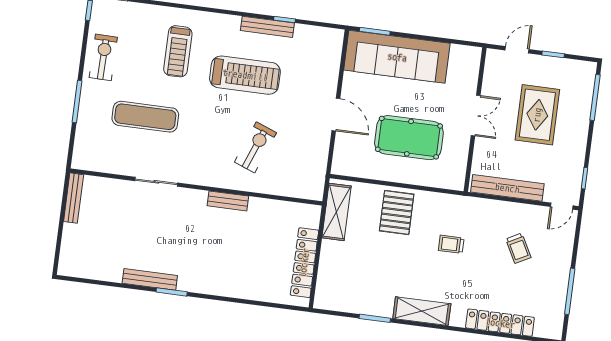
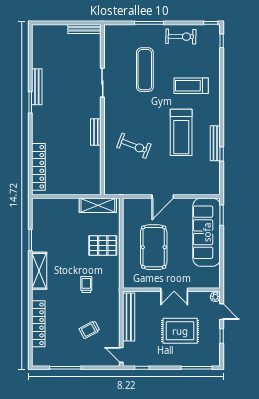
plant: (494, 56) -> (215, 297), added
locker: (304, 263) -> (38, 167), moved, turned 90

